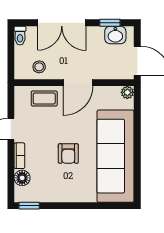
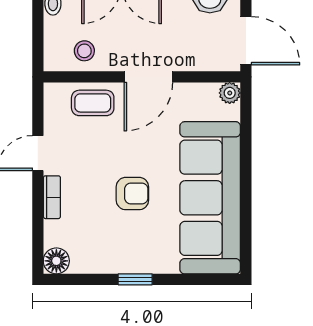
armchair: (68, 154) -> (132, 194), turned -90
floor lamp: (22, 178) -> (56, 261), moved
window: (29, 206) -> (135, 279), moved

